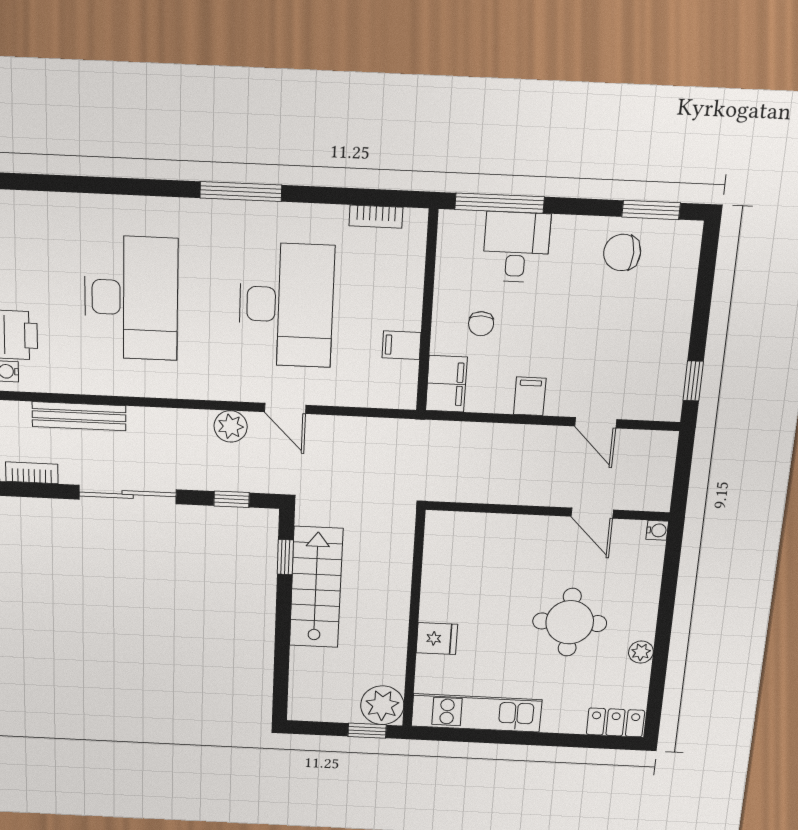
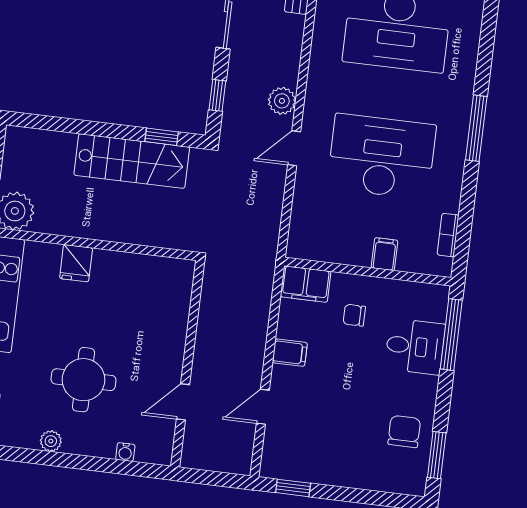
desk: (286, 305) -> (382, 157), turned 180
filing cabinet: (401, 345) -> (384, 254), moved
water cooler: (657, 530) -> (125, 452), moved

